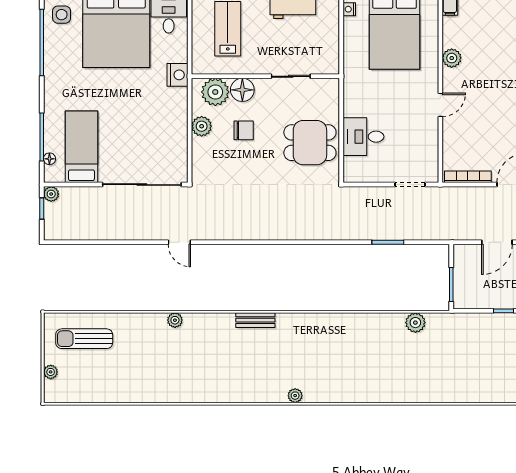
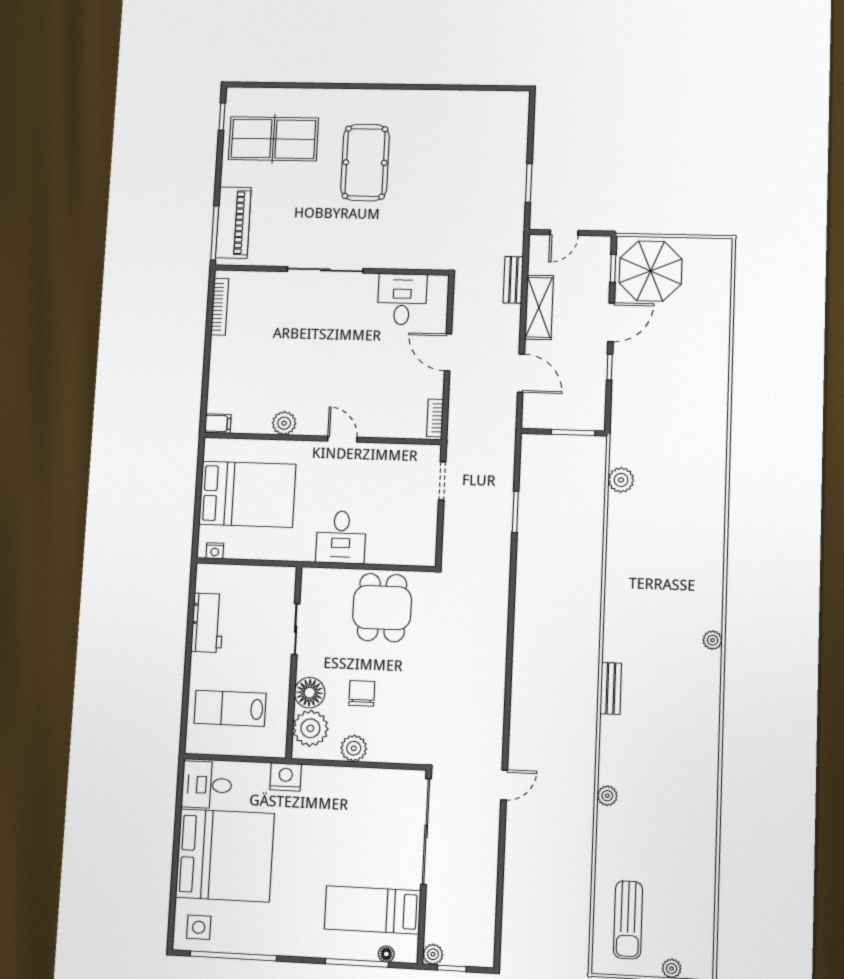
desk: (363, 137) -> (341, 537), moved
bookcase: (468, 177) -> (435, 418), width x0.64

